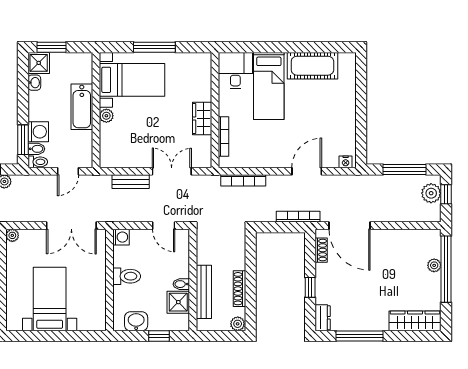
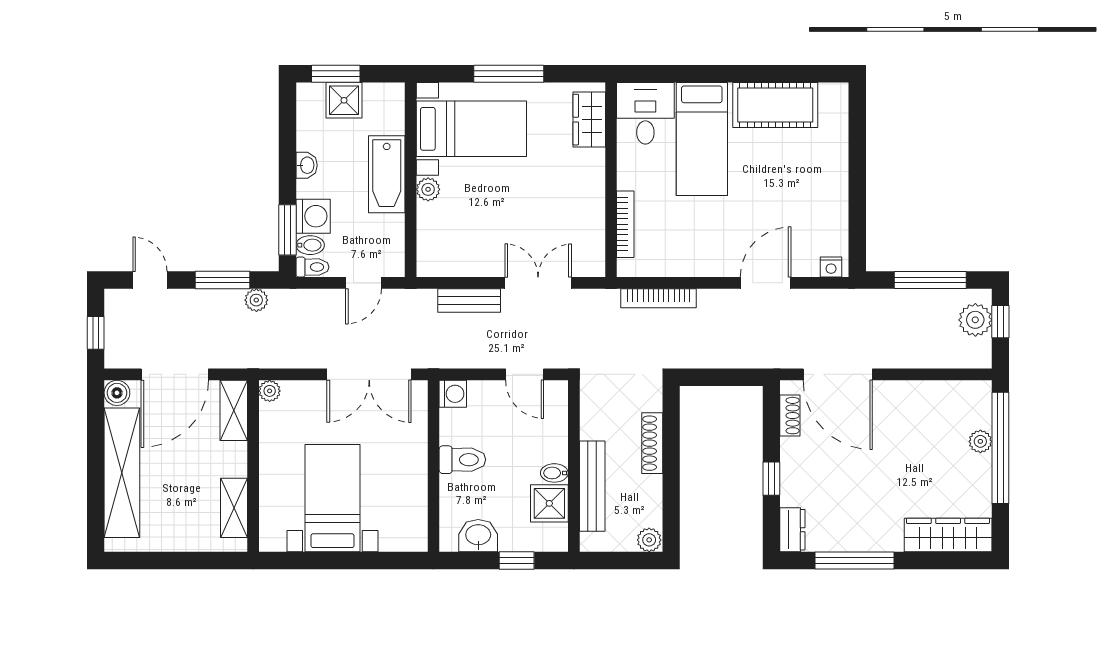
shower: (39, 63) -> (344, 100), moved
washbasin: (34, 83) -> (307, 165), moved
wardrobe: (202, 118) -> (589, 120), moved
bookcase: (298, 217) -> (751, 359), removed
shoe rack: (239, 289) -> (652, 443), moved

